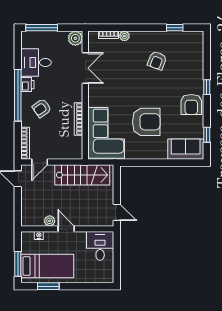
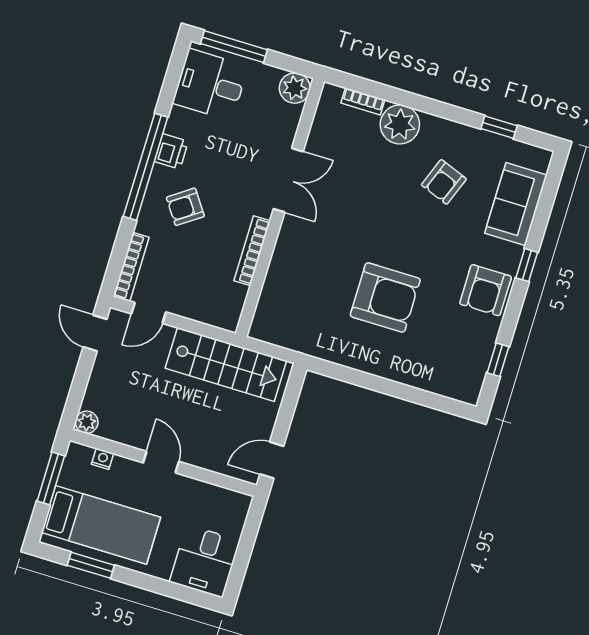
plant: (124, 36) -> (400, 124), width x1.87, depth x1.87
desk: (36, 63) -> (210, 85), moved
double door: (85, 68) -> (288, 180), moved
corner sofa: (106, 133) -> (299, 295), removed
sofa: (186, 149) -> (516, 204), moved, turned -90
door: (117, 212) -> (272, 460), swing flipped
plant: (50, 221) -> (87, 422), moved
desk: (100, 246) -> (205, 561), moved, turned 180
window: (18, 264) -> (51, 478), moved

